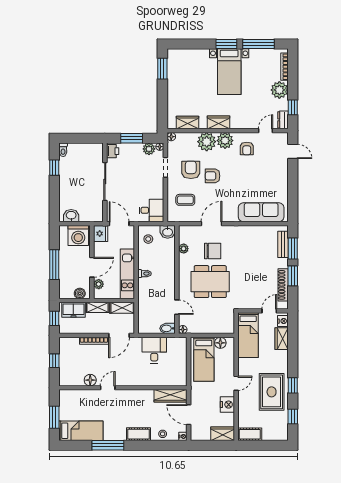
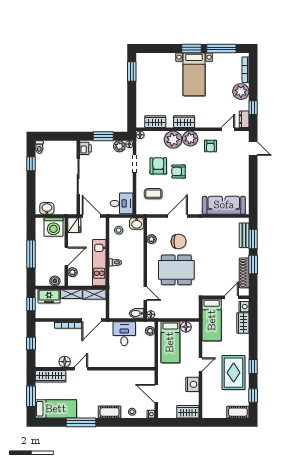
plant: (182, 347) -> (150, 331), added
wardrobe: (171, 396) -> (51, 376), moved
cot: (250, 434) -> (238, 412), moved

